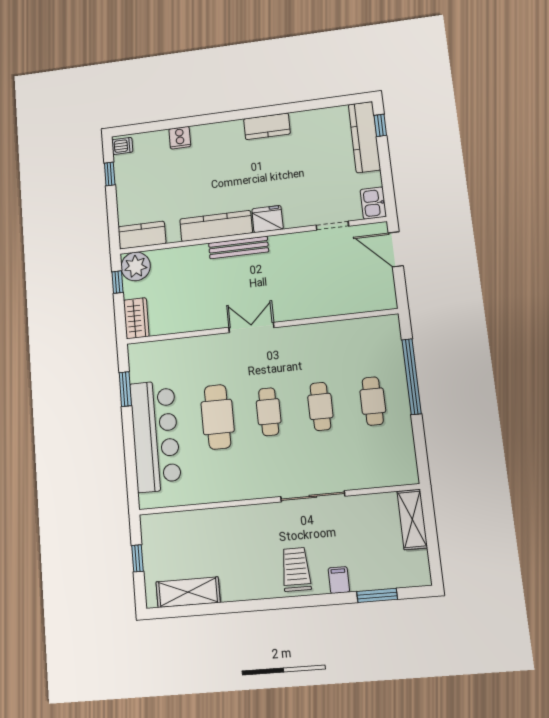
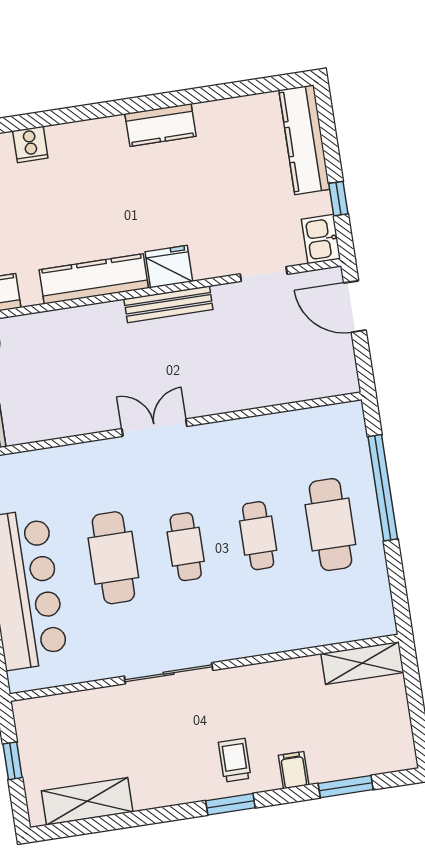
window: (380, 125) -> (338, 199), moved
bench: (239, 248) -> (168, 304), moved
cafe table: (373, 401) -> (330, 525), width x1.37, depth x1.35
sliding door: (313, 496) -> (169, 673), moved
shelving: (412, 519) -> (362, 663), moved, turned 90
trolley: (296, 569) -> (235, 760), width x0.73, depth x0.72
window: (291, 602) -> (230, 804), added

